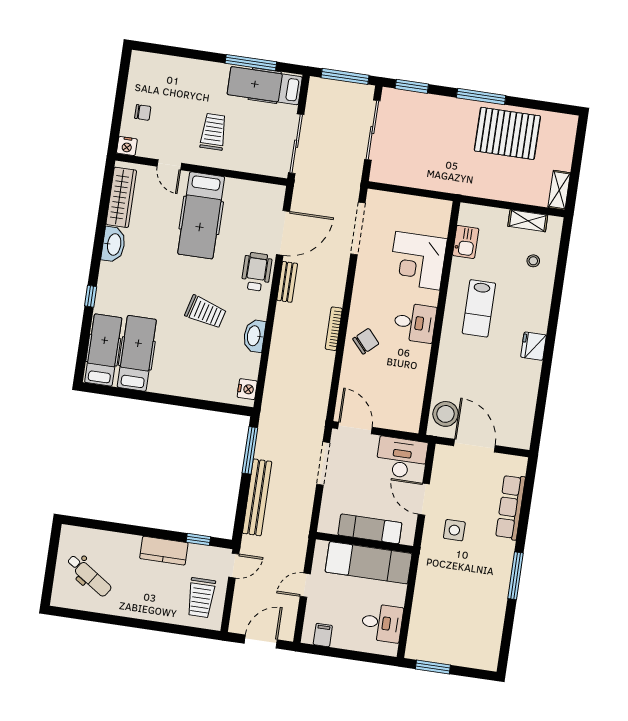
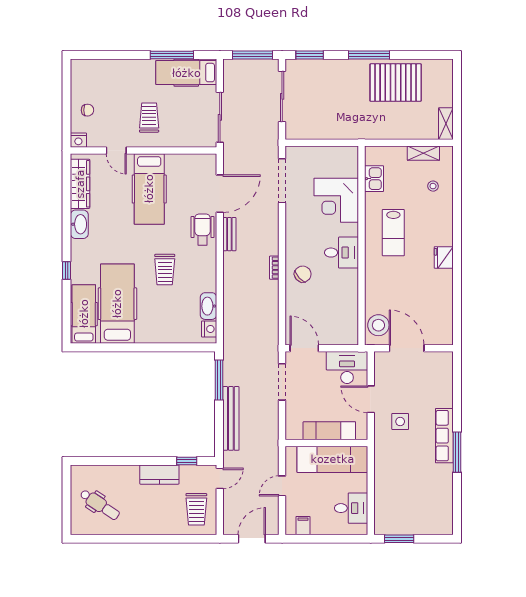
trolley: (205, 312) -> (165, 270), turned 75
bookcase: (334, 329) -> (274, 268), width x0.64
washbasin: (254, 336) -> (209, 306), moved
hospital bed: (137, 353) -> (117, 304), width x1.37, depth x1.29
row of seats: (510, 507) -> (444, 436), moved

